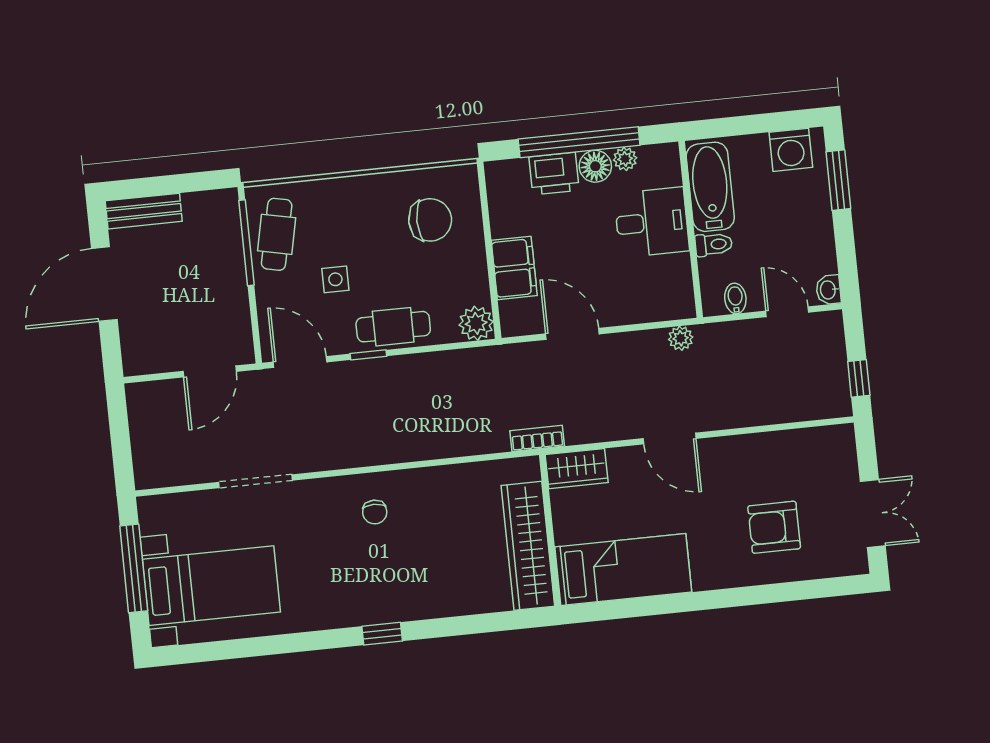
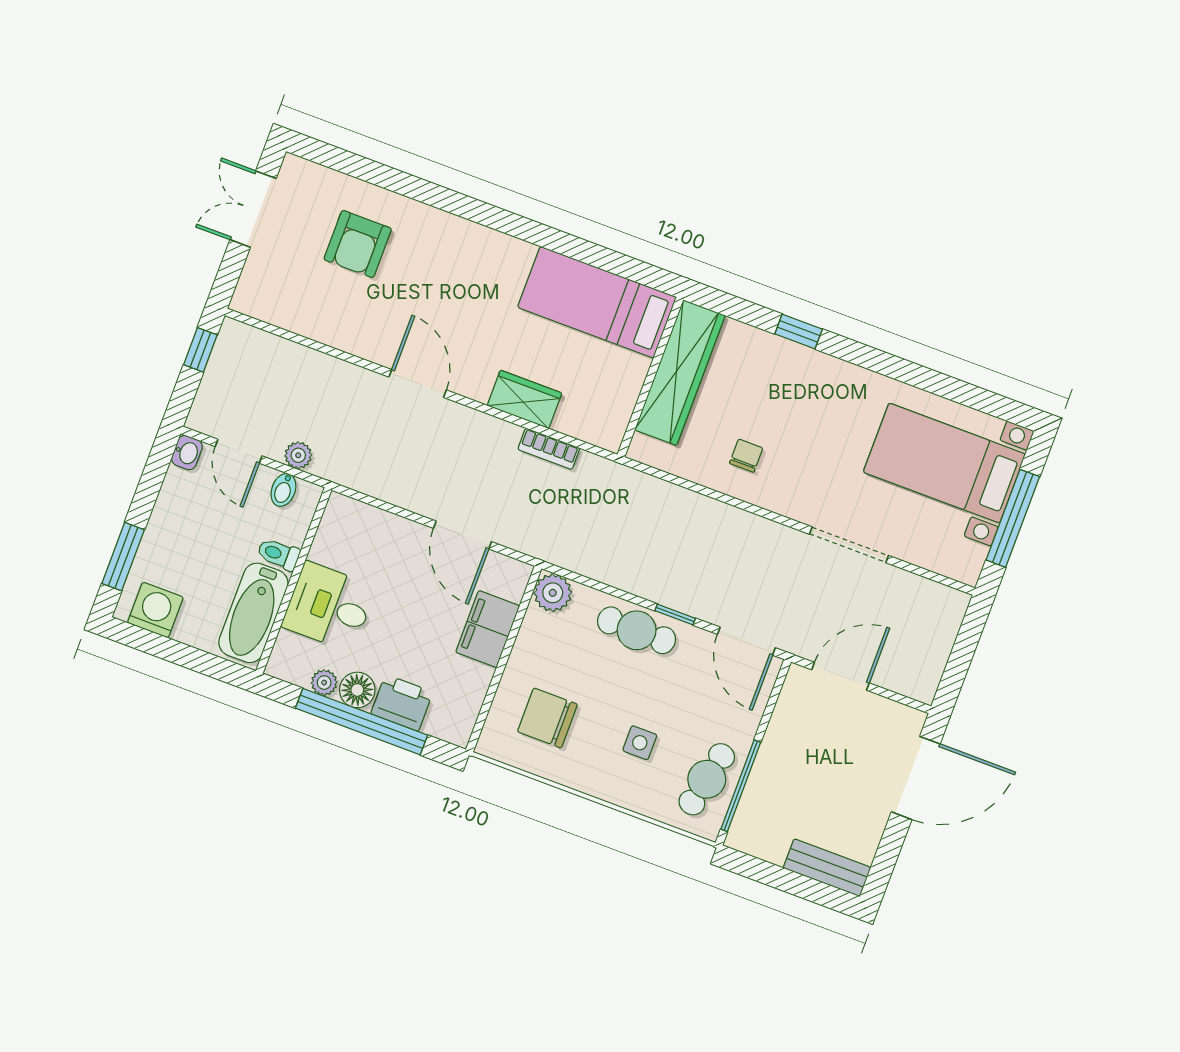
side table: (335, 279) -> (640, 743), moved
door: (104, 284) -> (916, 778), moved
plant: (681, 338) -> (298, 455), moved
armchair: (774, 527) -> (358, 244), turned 90
wall: (550, 530) -> (650, 377), moved
wardrobe: (528, 546) -> (680, 373), moved
bed: (623, 569) -> (597, 302), moved

